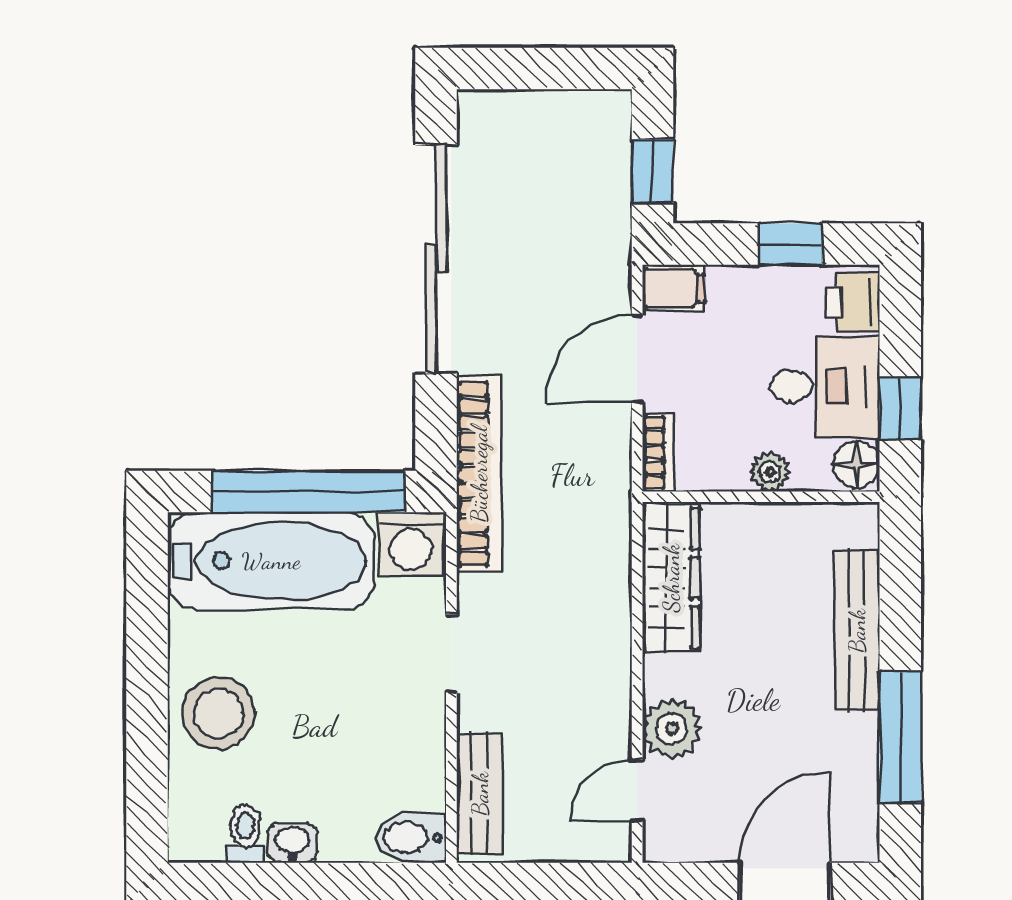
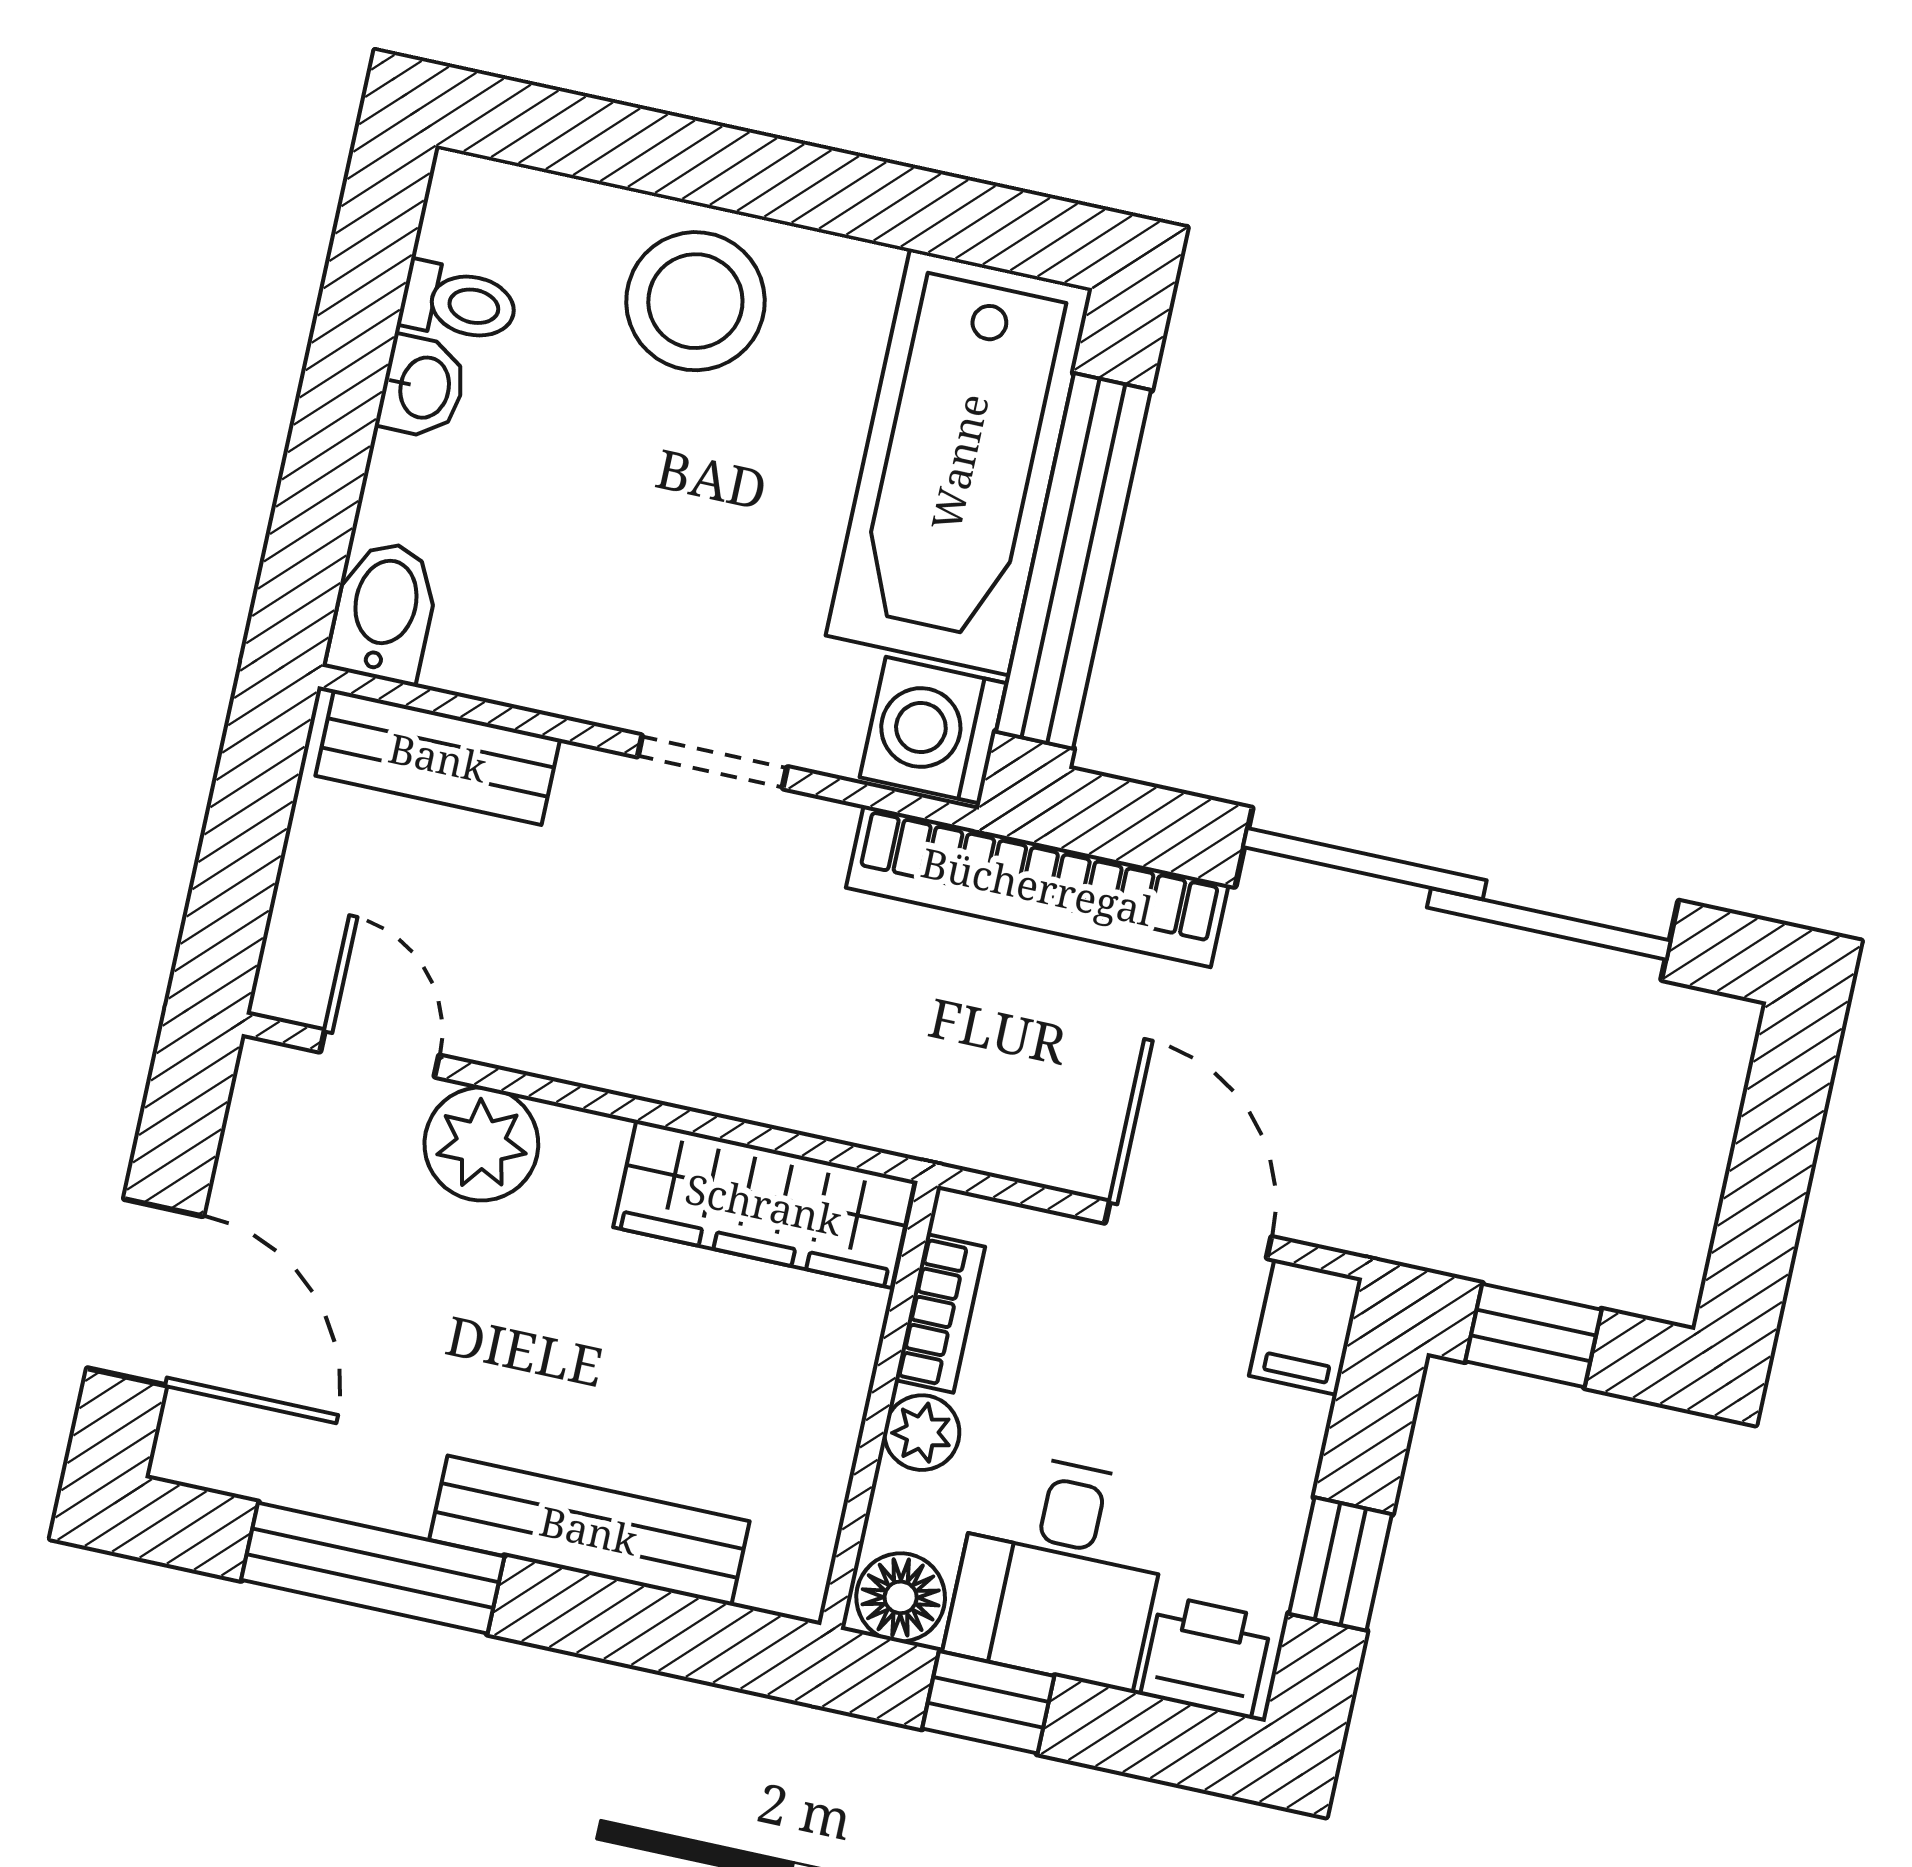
bookcase: (658, 453) -> (940, 1313), moved, turned -90

